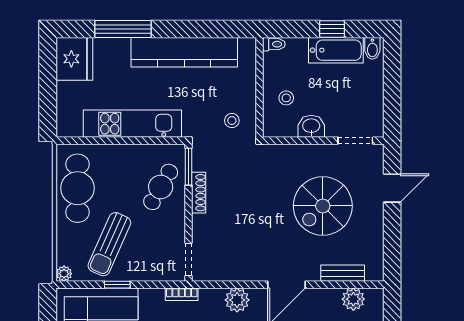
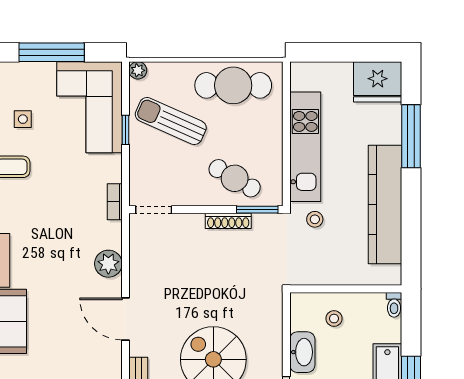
stool: (232, 121) -> (315, 219), moved
washbasin: (311, 126) -> (302, 352), width x1.38

